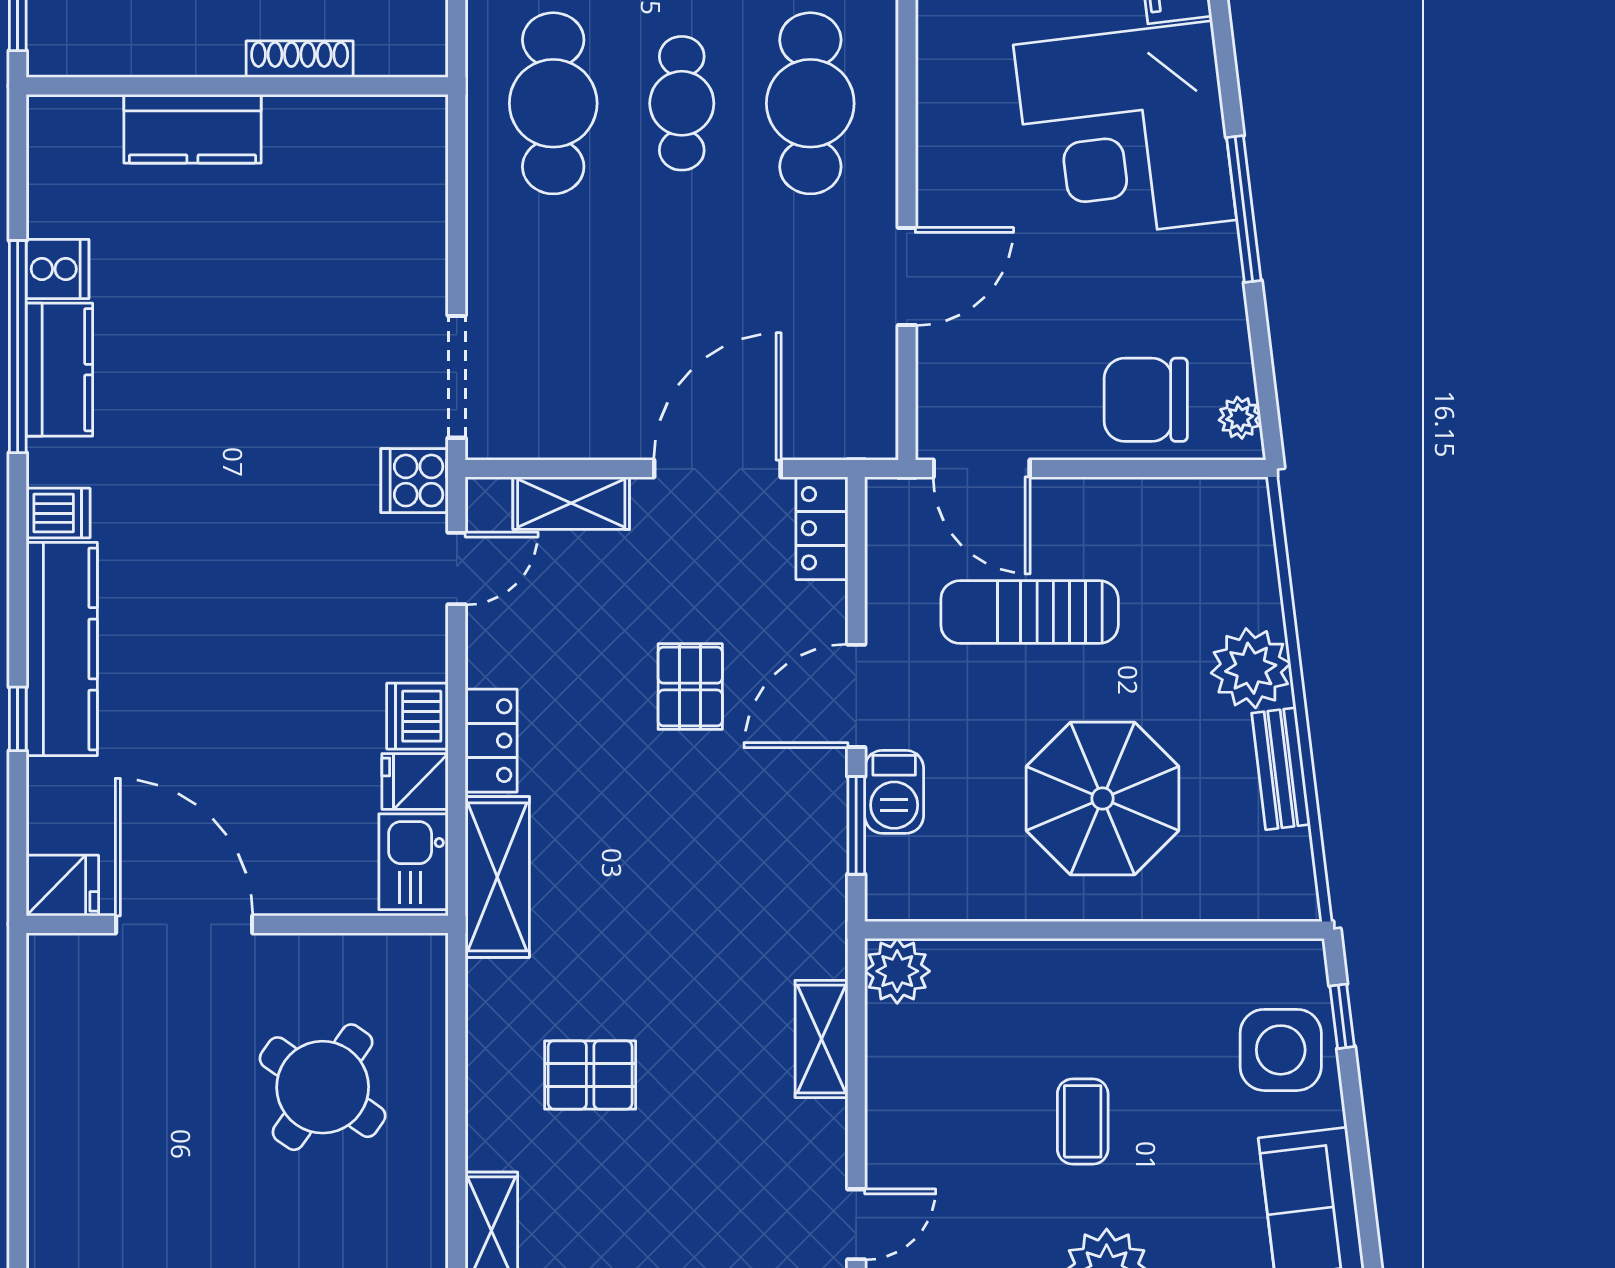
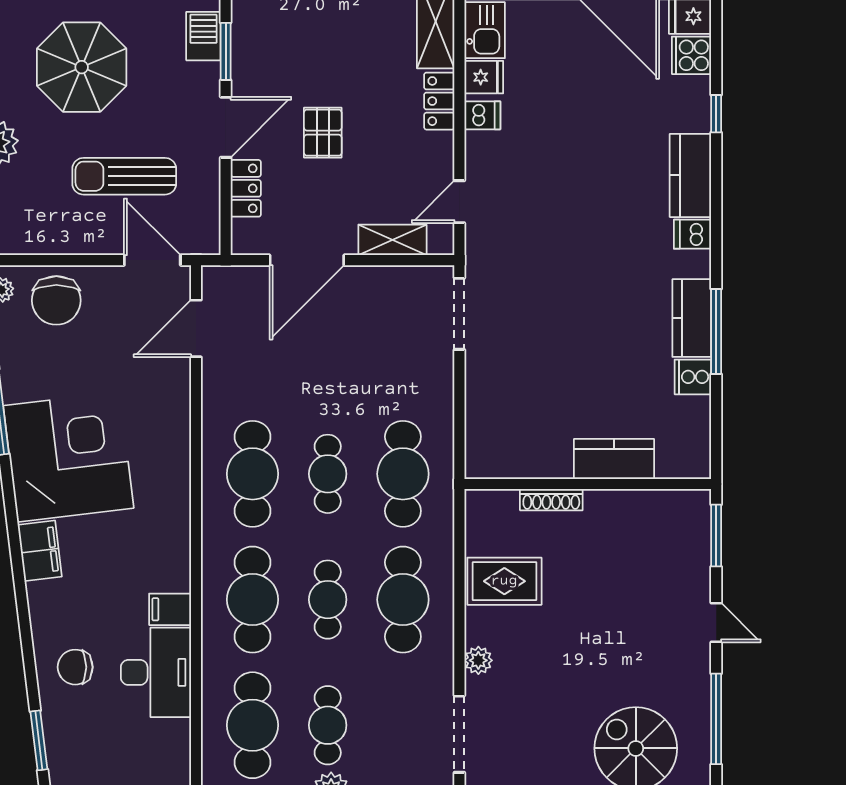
door: (907, 277) -> (196, 328), moved
window: (18, 347) -> (716, 331), width x0.68
chair: (1146, 400) -> (56, 300), turned 90
cooker: (415, 481) -> (691, 55), moved, turned 180
locker: (822, 528) -> (246, 188), moved
sun lounger: (1030, 612) -> (124, 176), turned 180
kitchen counter: (62, 649) -> (690, 175), width x0.67
dishwasher: (417, 716) -> (482, 115), width x0.73
barbecue: (894, 792) -> (203, 36), moved

